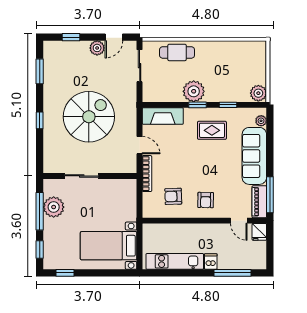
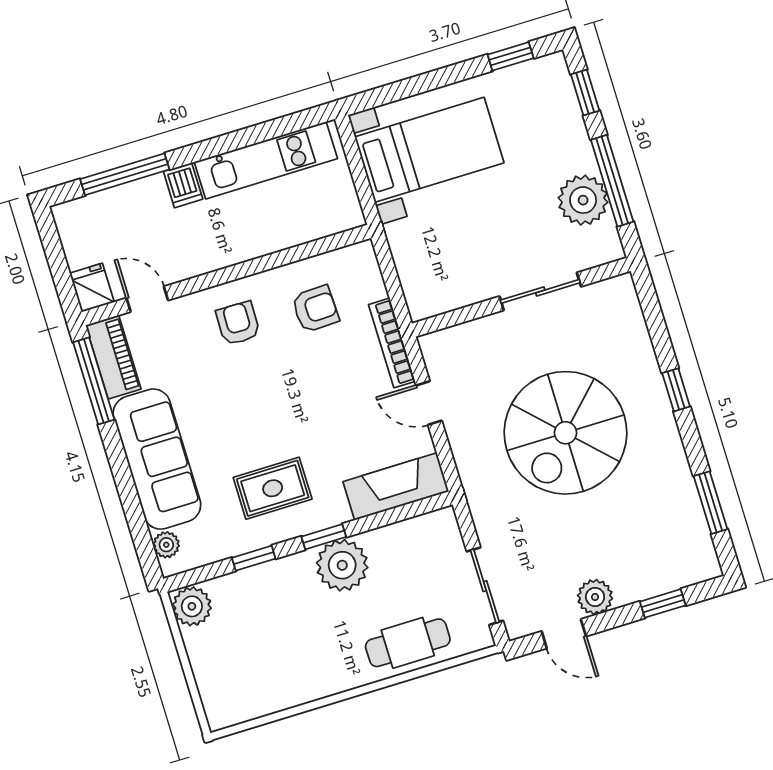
door: (114, 37) -> (564, 634), swing flipped

